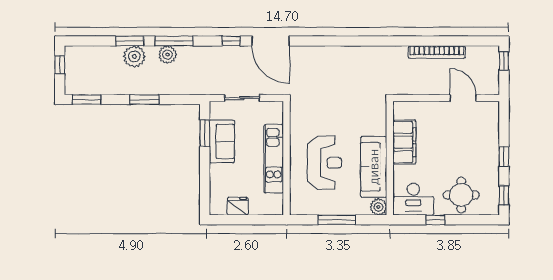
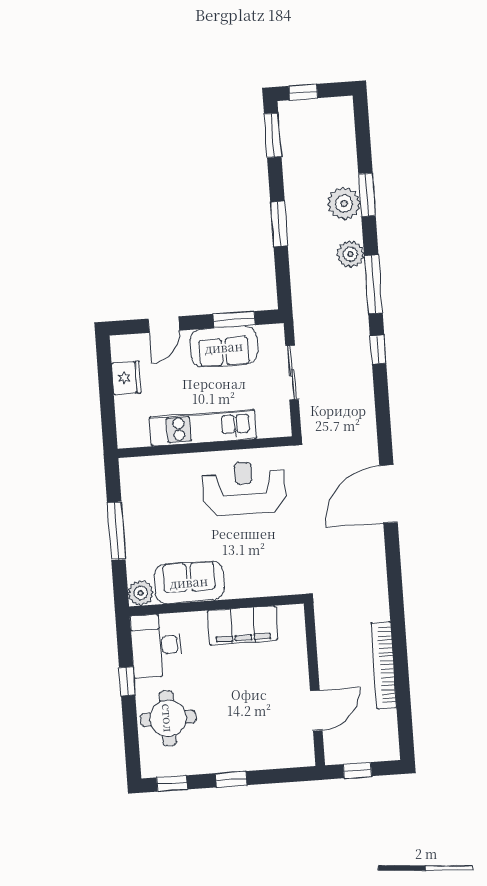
window: (174, 41) -> (373, 284), moved
door: (271, 41) -> (388, 494), moved
window: (504, 61) -> (357, 770), moved
window: (60, 65) -> (303, 92), moved
reception desk: (325, 163) -> (244, 488), moved, turned 180
sofa: (374, 167) -> (189, 582), width x0.73
door: (205, 179) -> (164, 325), added

